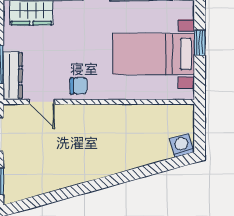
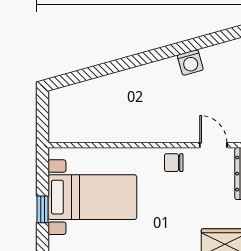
washing machine: (182, 145) -> (190, 63), moved

